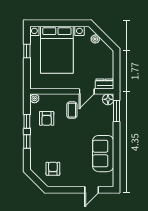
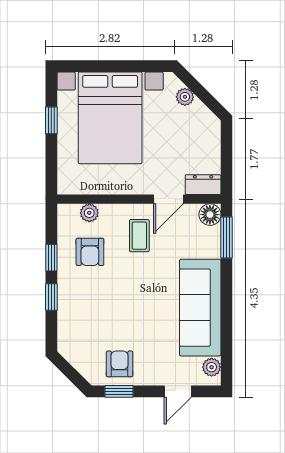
plant: (34, 98) -> (89, 213), moved
sofa: (103, 154) -> (200, 308), width x1.36
armchair: (53, 169) -> (120, 364), moved
plant: (109, 177) -> (212, 367), added
window: (61, 190) -> (119, 391), added

